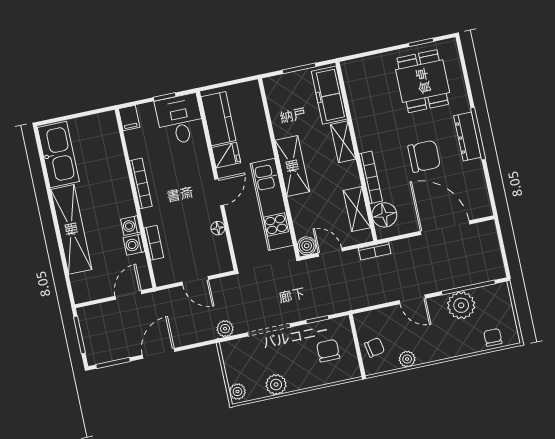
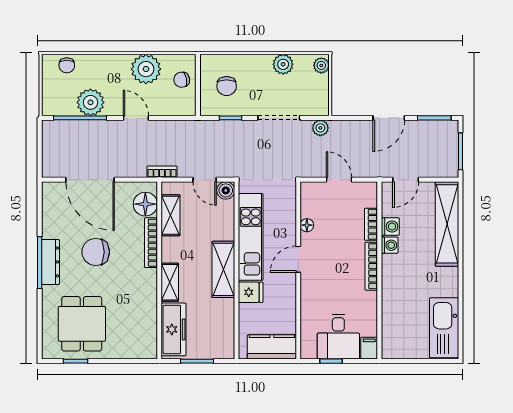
desk: (180, 119) -> (338, 337), moved
kitchen counter: (218, 119) -> (272, 347), moved, turned 90
fridge: (226, 155) -> (251, 292), moved, turned 180
bookcase: (141, 183) -> (371, 266), moved
shelving: (71, 229) -> (447, 224), moved
plant: (407, 359) -> (146, 69), width x1.88, depth x1.88

